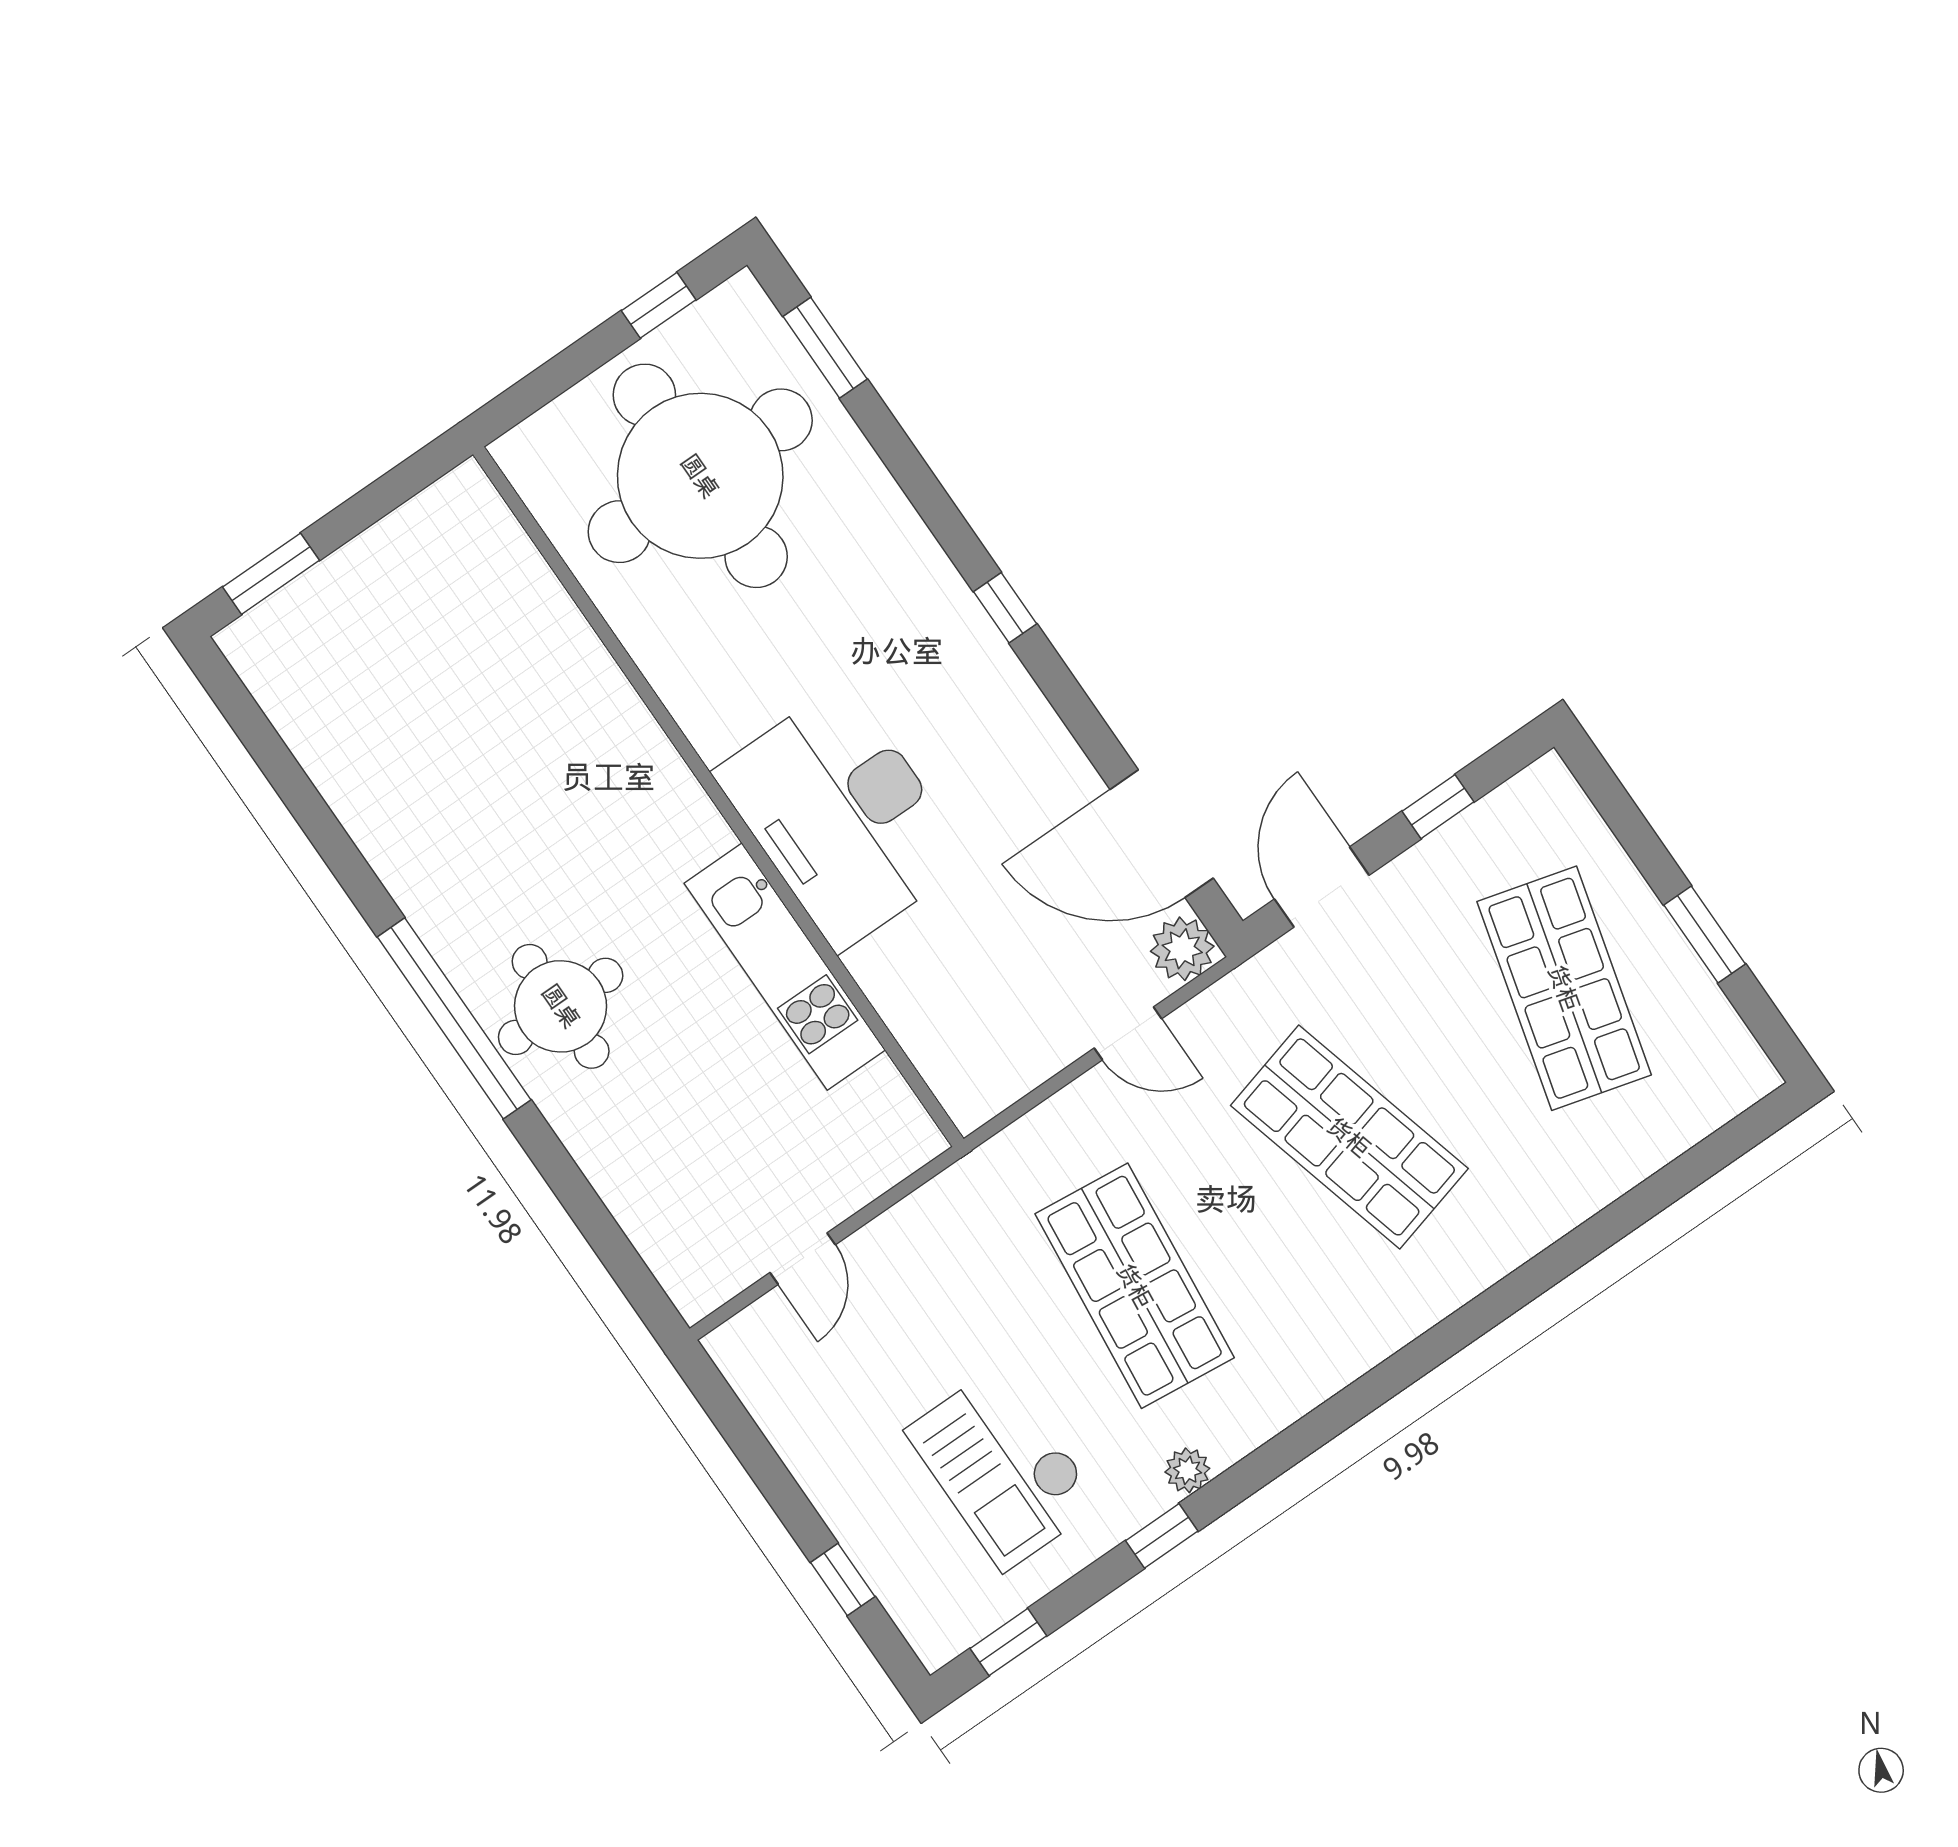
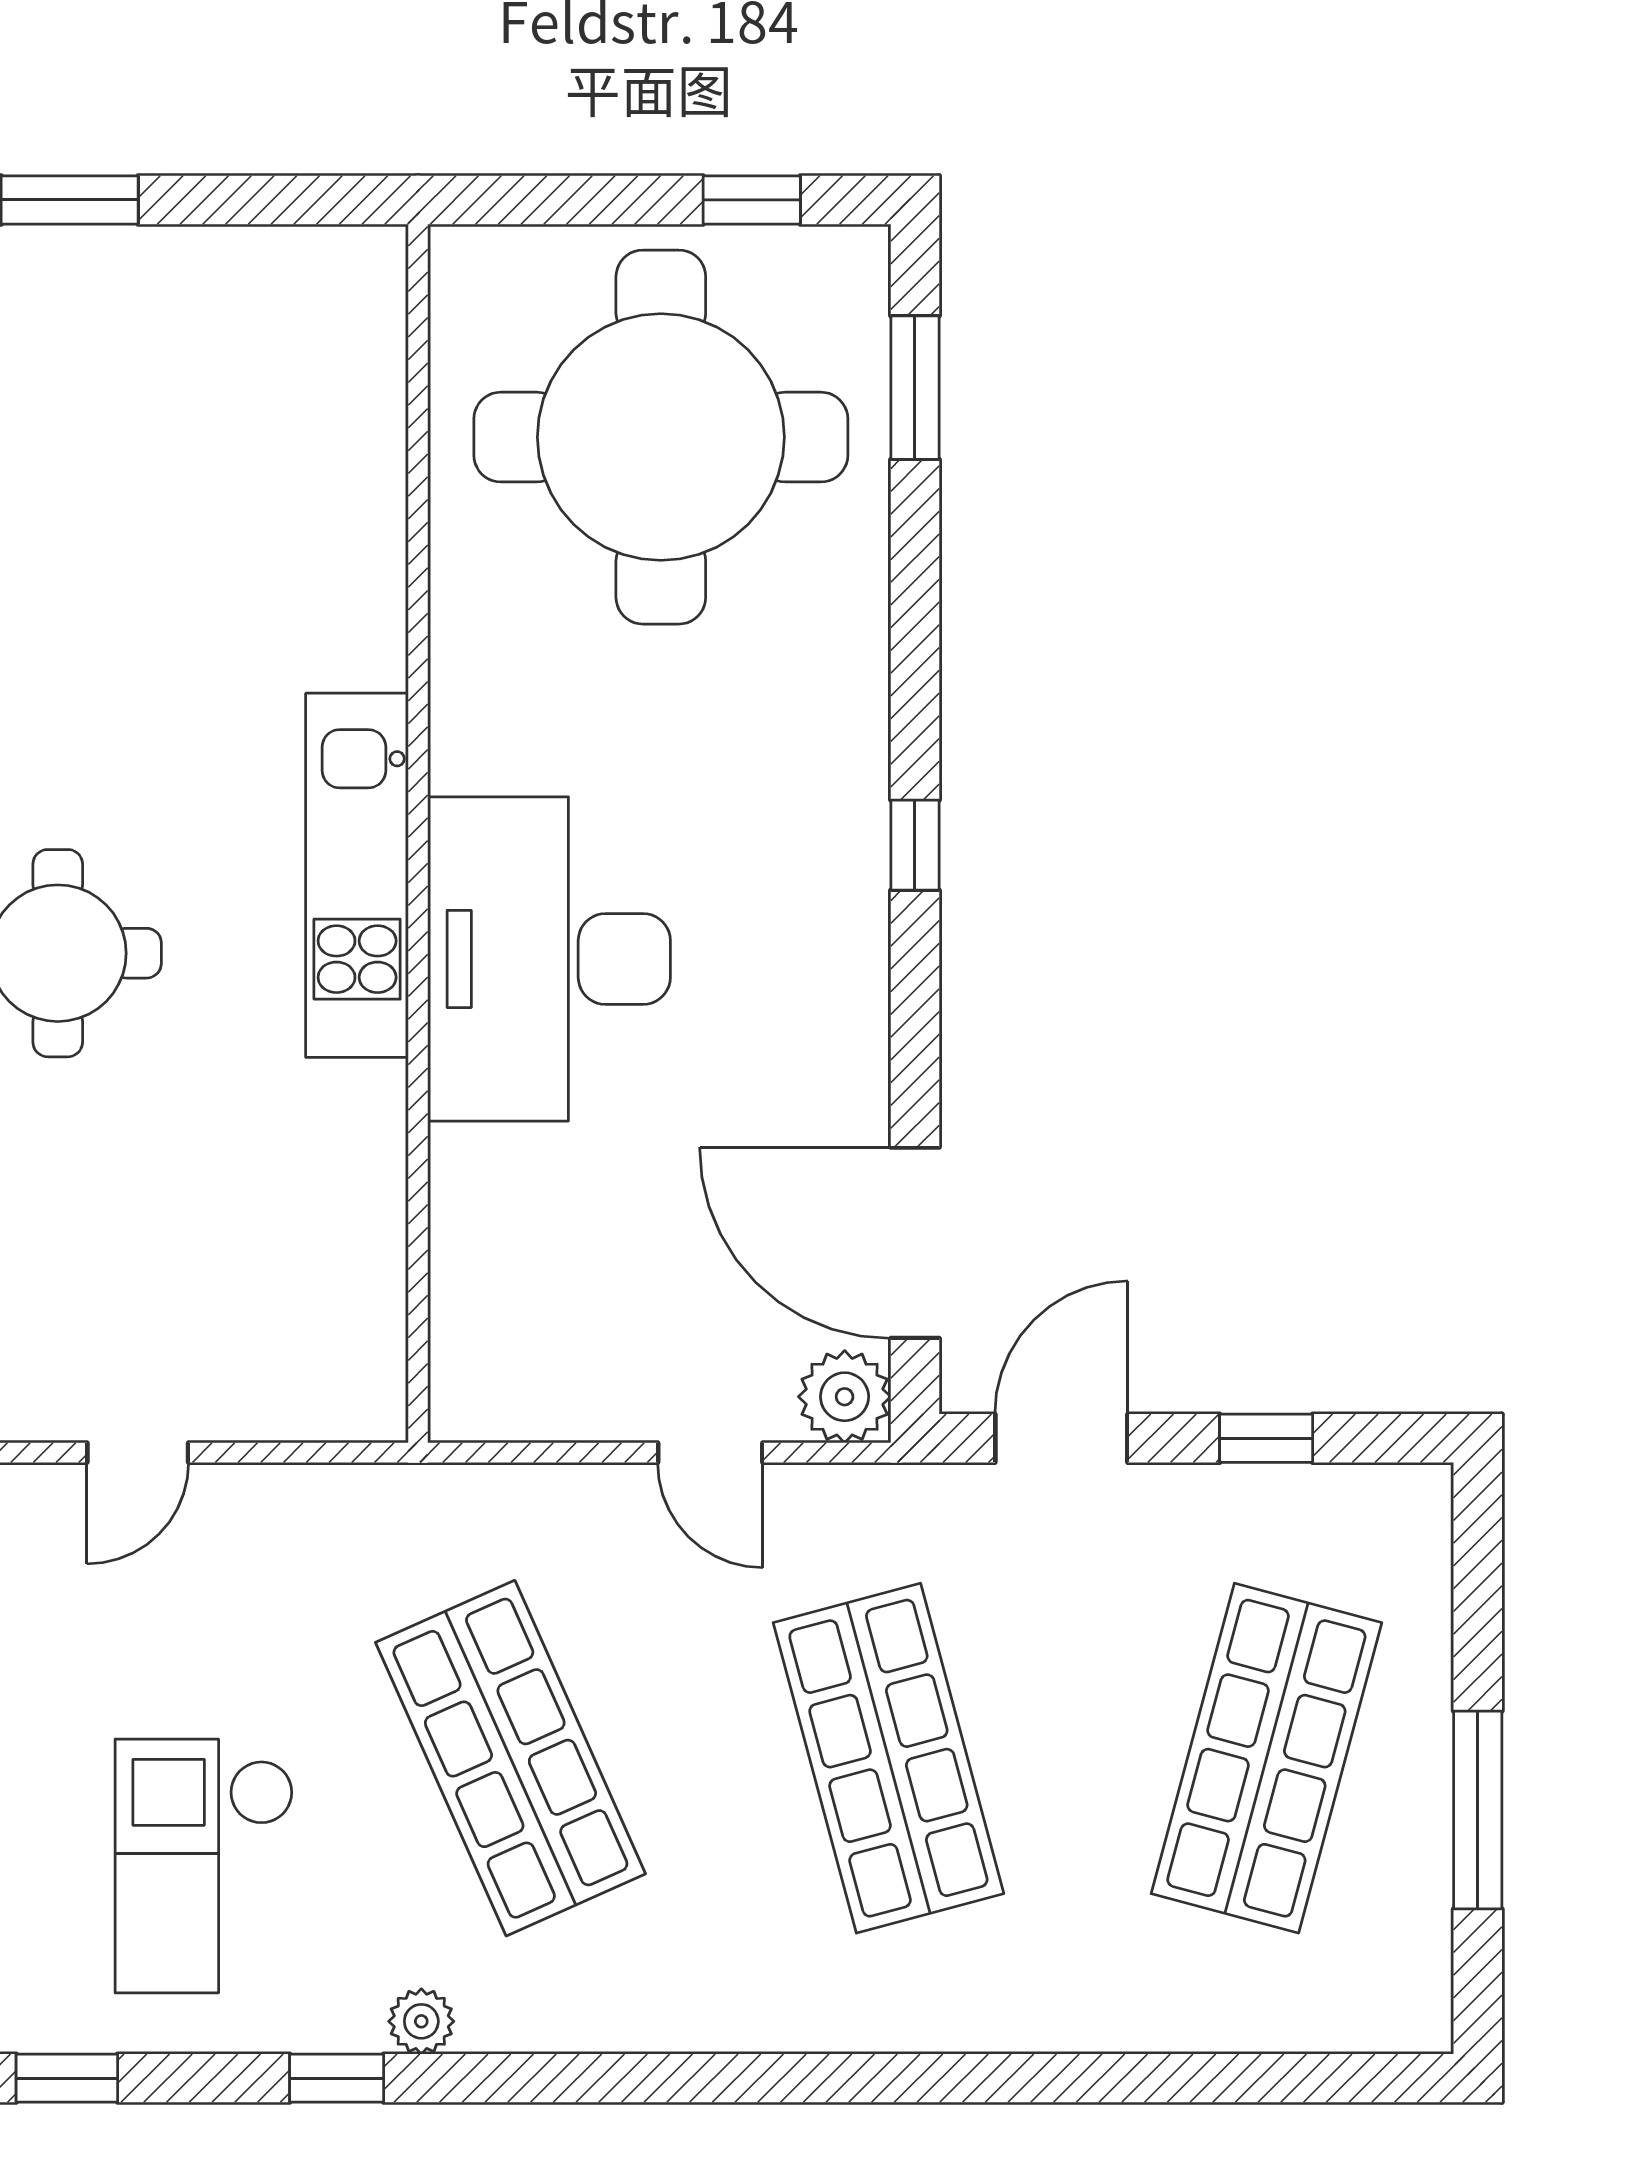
window: (1705, 935) -> (1478, 1810), width x1.44
kitchen unit: (785, 967) -> (357, 875), moved
shop shelf: (1135, 1286) -> (510, 1758), turned -30

